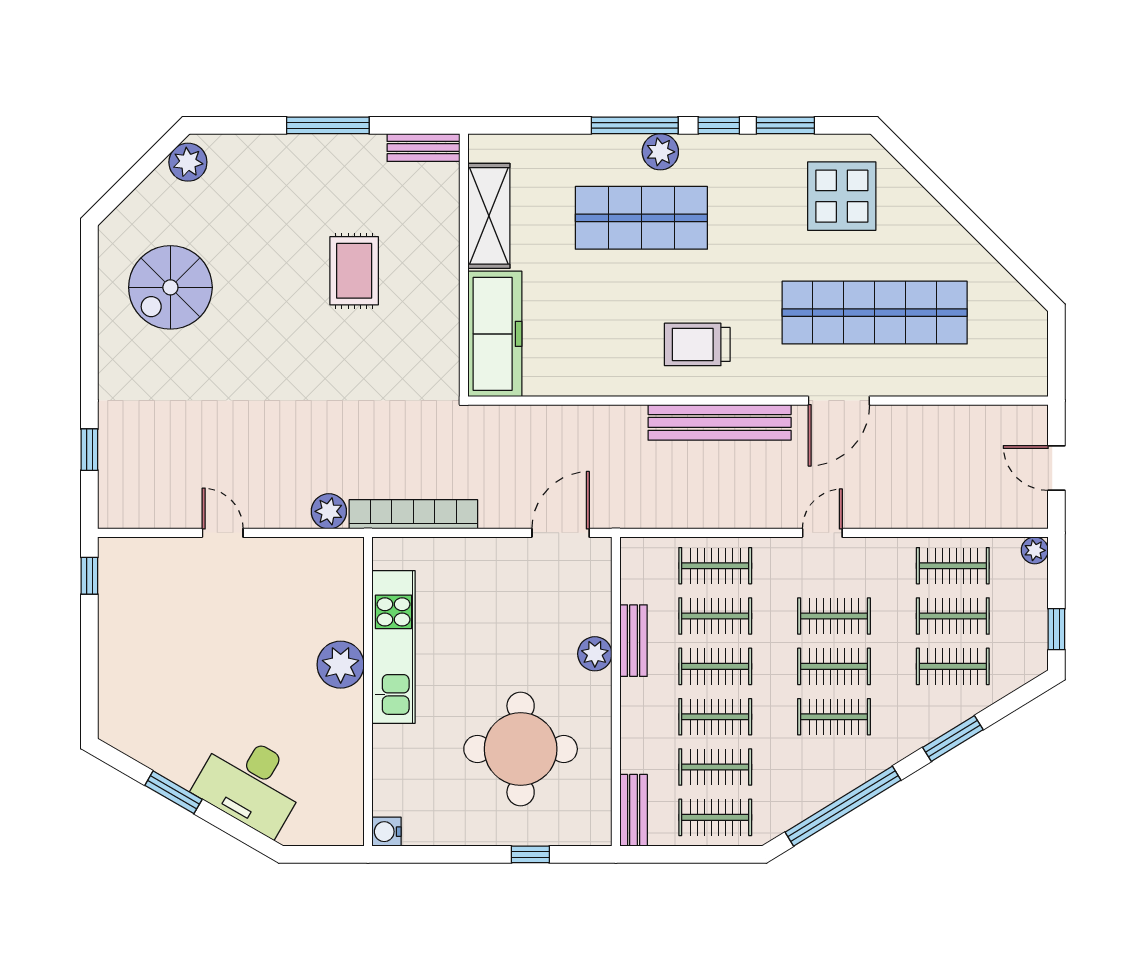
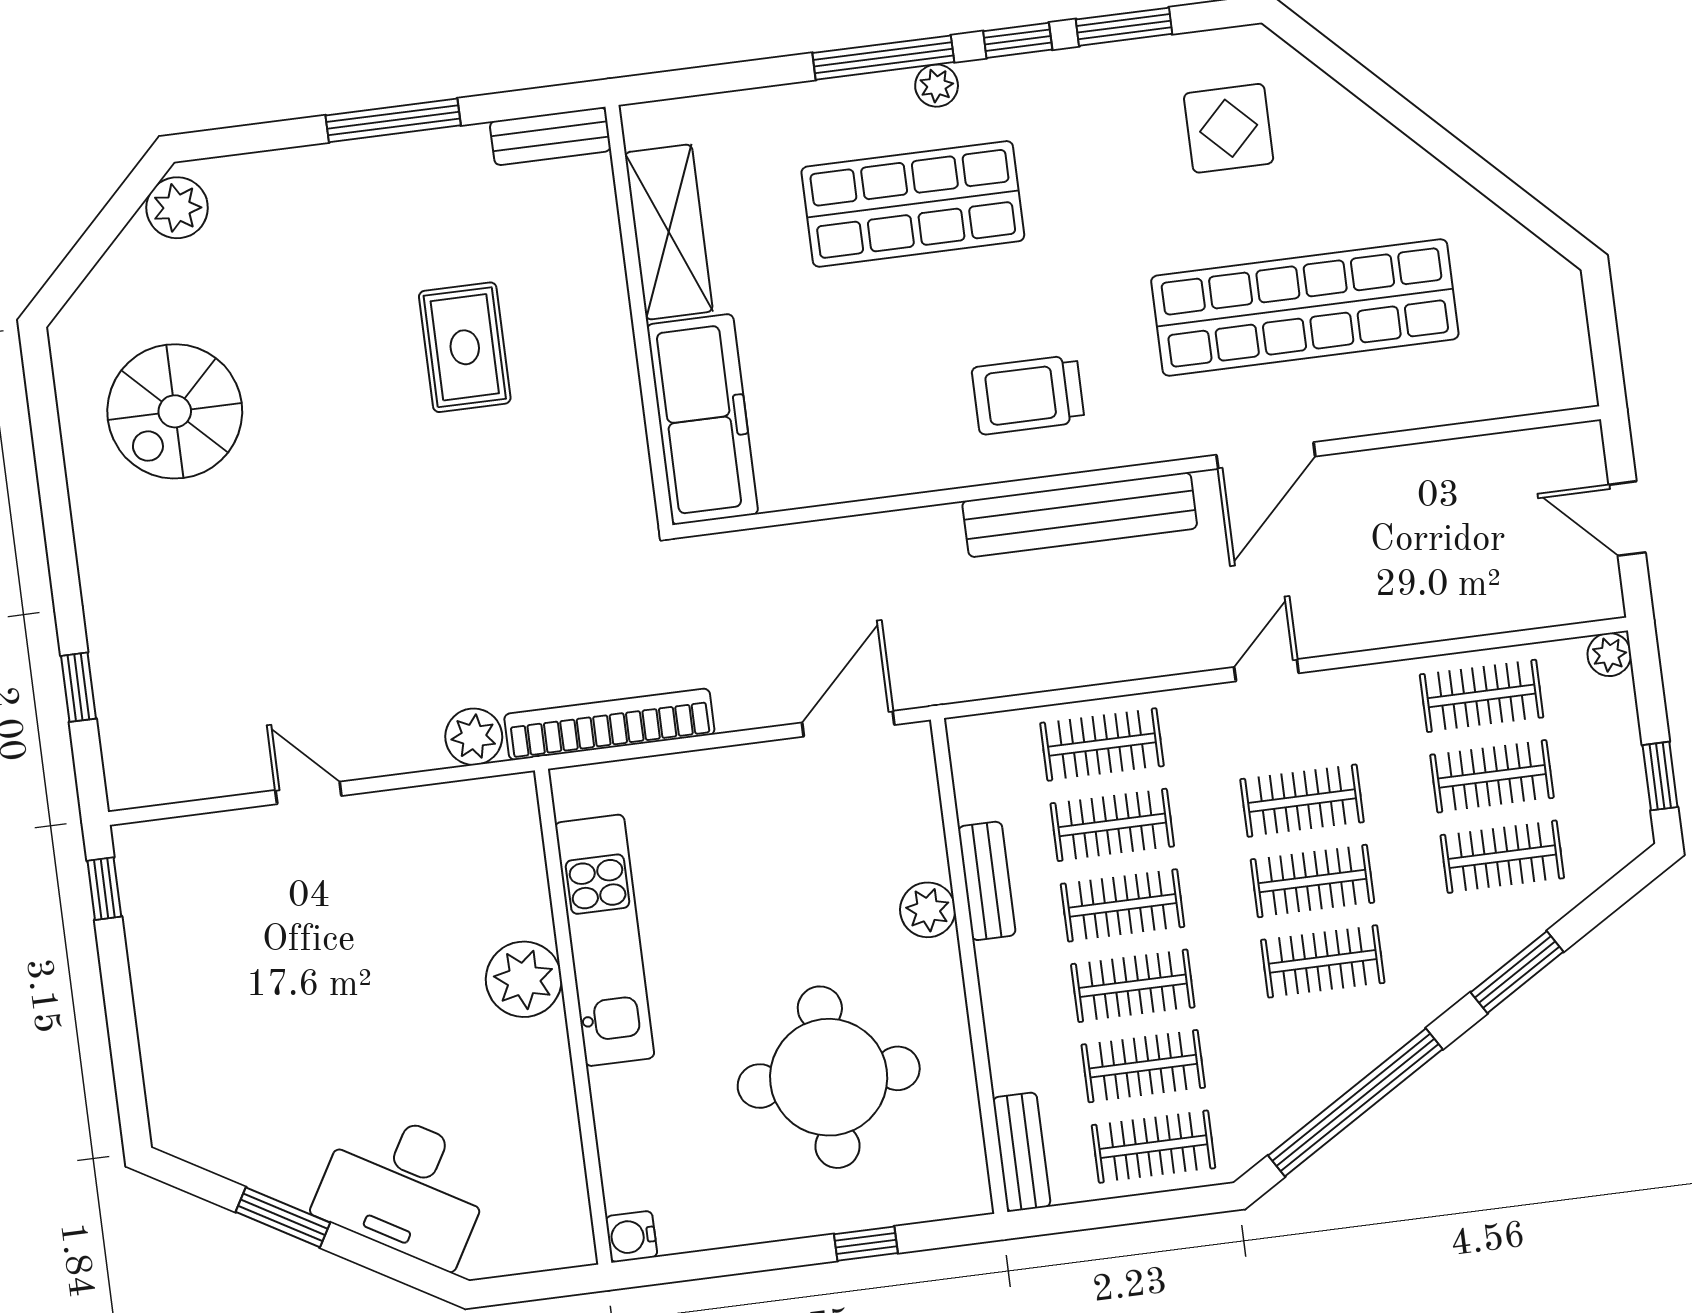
plant: (660, 152) -> (937, 86), width x0.73, depth x0.73
display table: (842, 196) -> (1229, 128), width x0.73, depth x0.73

